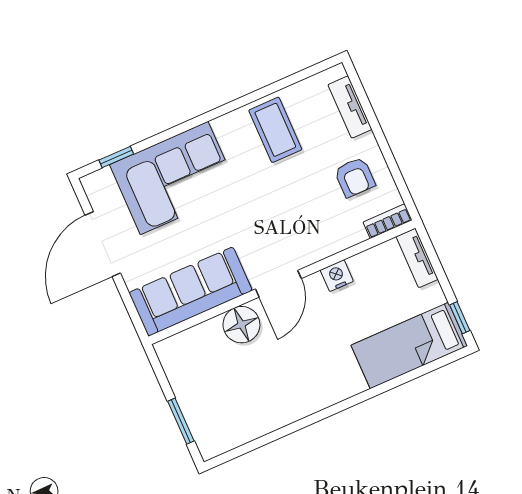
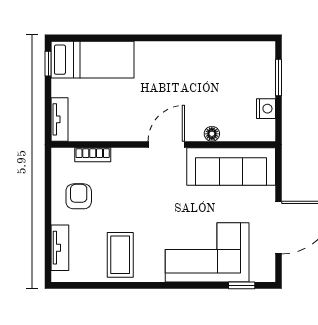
bookcase: (388, 221) -> (93, 155), moved
nightstand: (337, 276) -> (266, 109), moved, turned -90
floor lamp: (241, 325) -> (212, 134), width x0.53, depth x0.53

